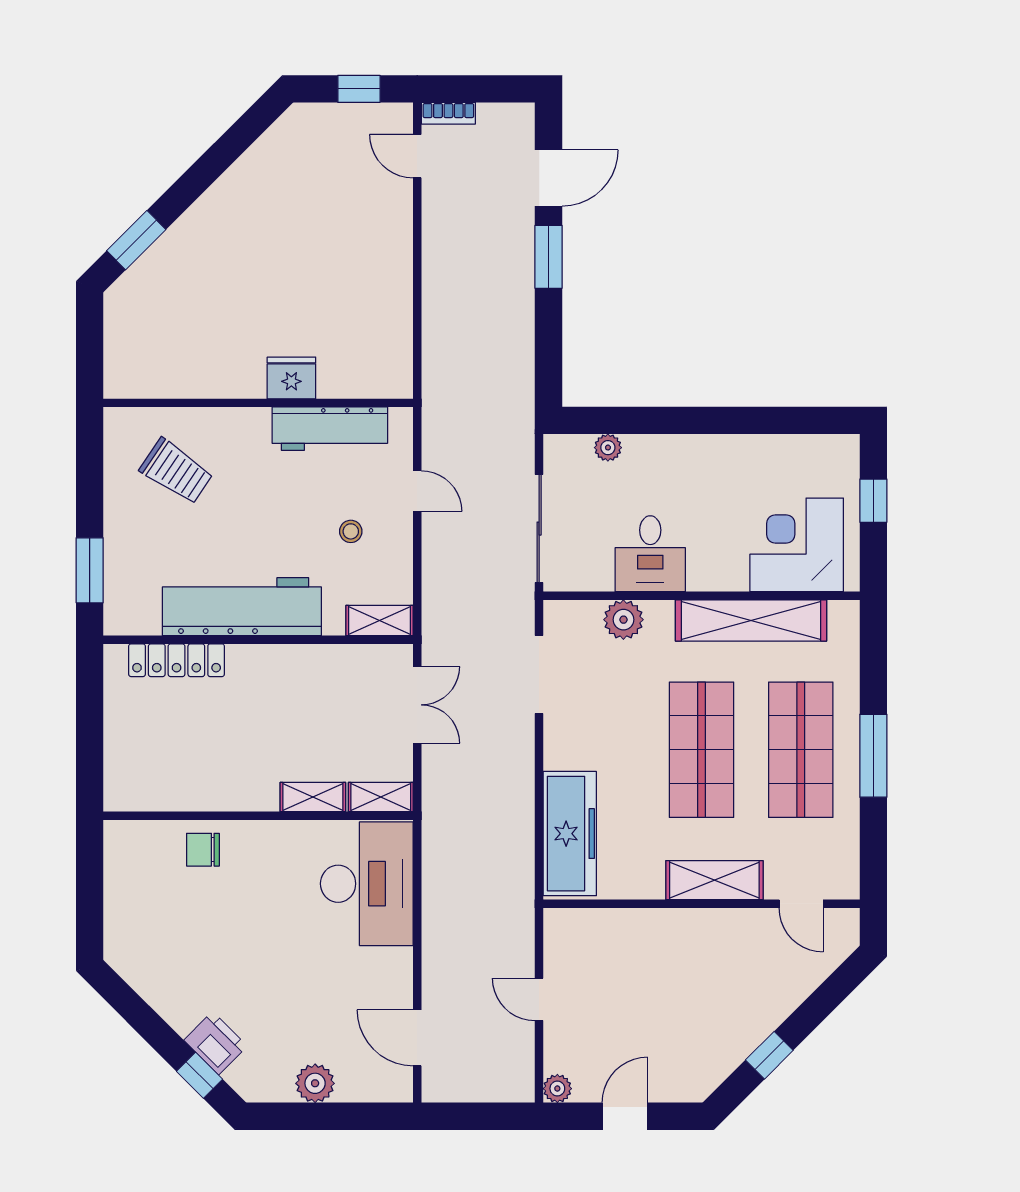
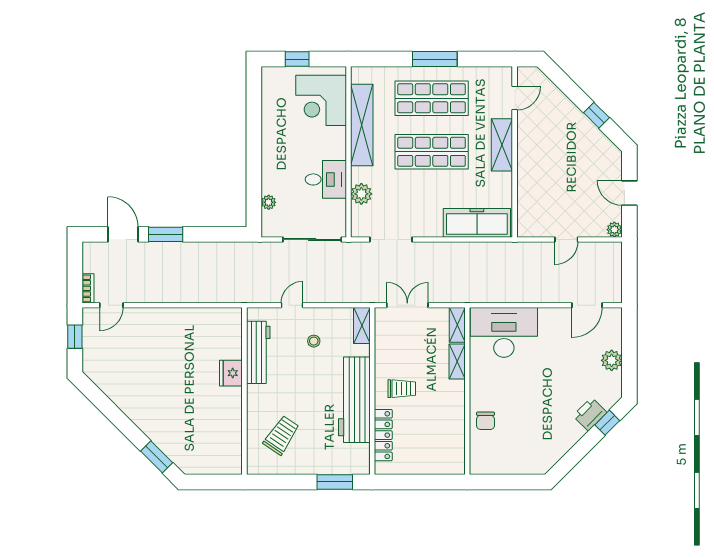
trolley: (263, 695) -> (402, 389), added

